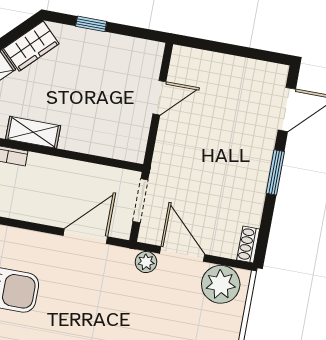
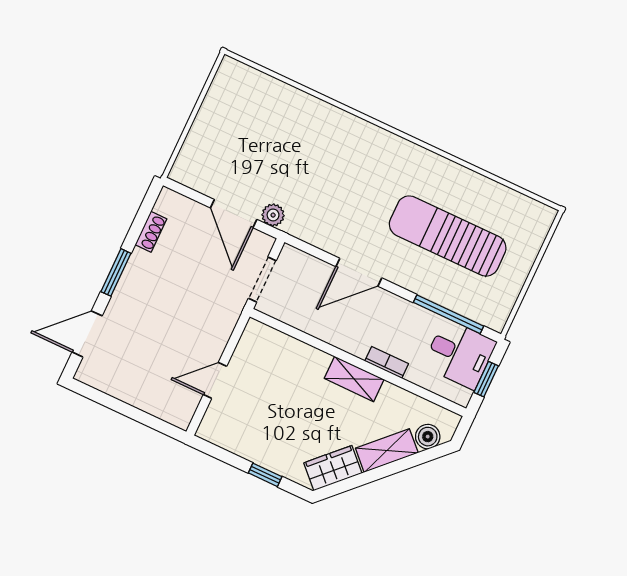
door: (85, 236) -> (359, 272), moved
shoe rack: (248, 244) -> (151, 232), moved
plant: (221, 284) -> (202, 172), removed

